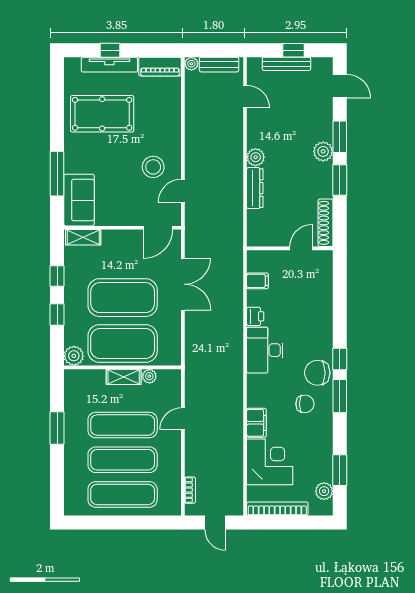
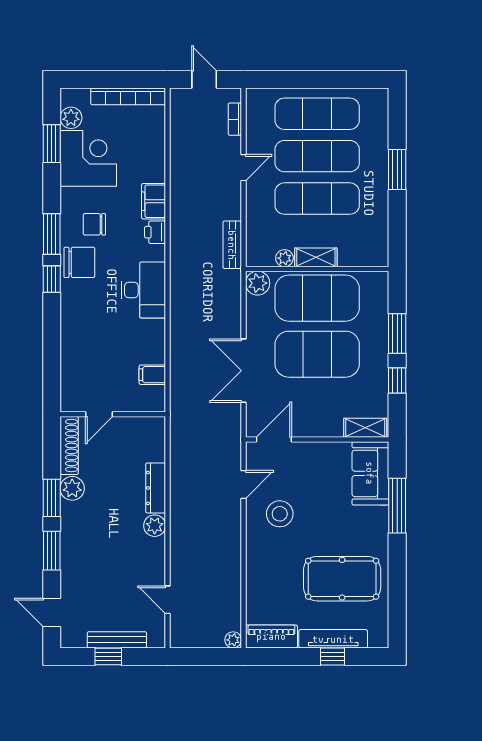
bench: (219, 65) -> (232, 245), moved, turned 90
plant: (323, 151) -> (72, 488), moved
window: (57, 315) -> (397, 334), width x1.50
printer: (255, 316) -> (155, 232), moved
plant: (74, 356) -> (258, 283), moved
door: (183, 419) -> (243, 168), moved
window: (57, 428) -> (397, 169), moved
corner desk: (270, 462) -> (88, 158), moved, turned 180

